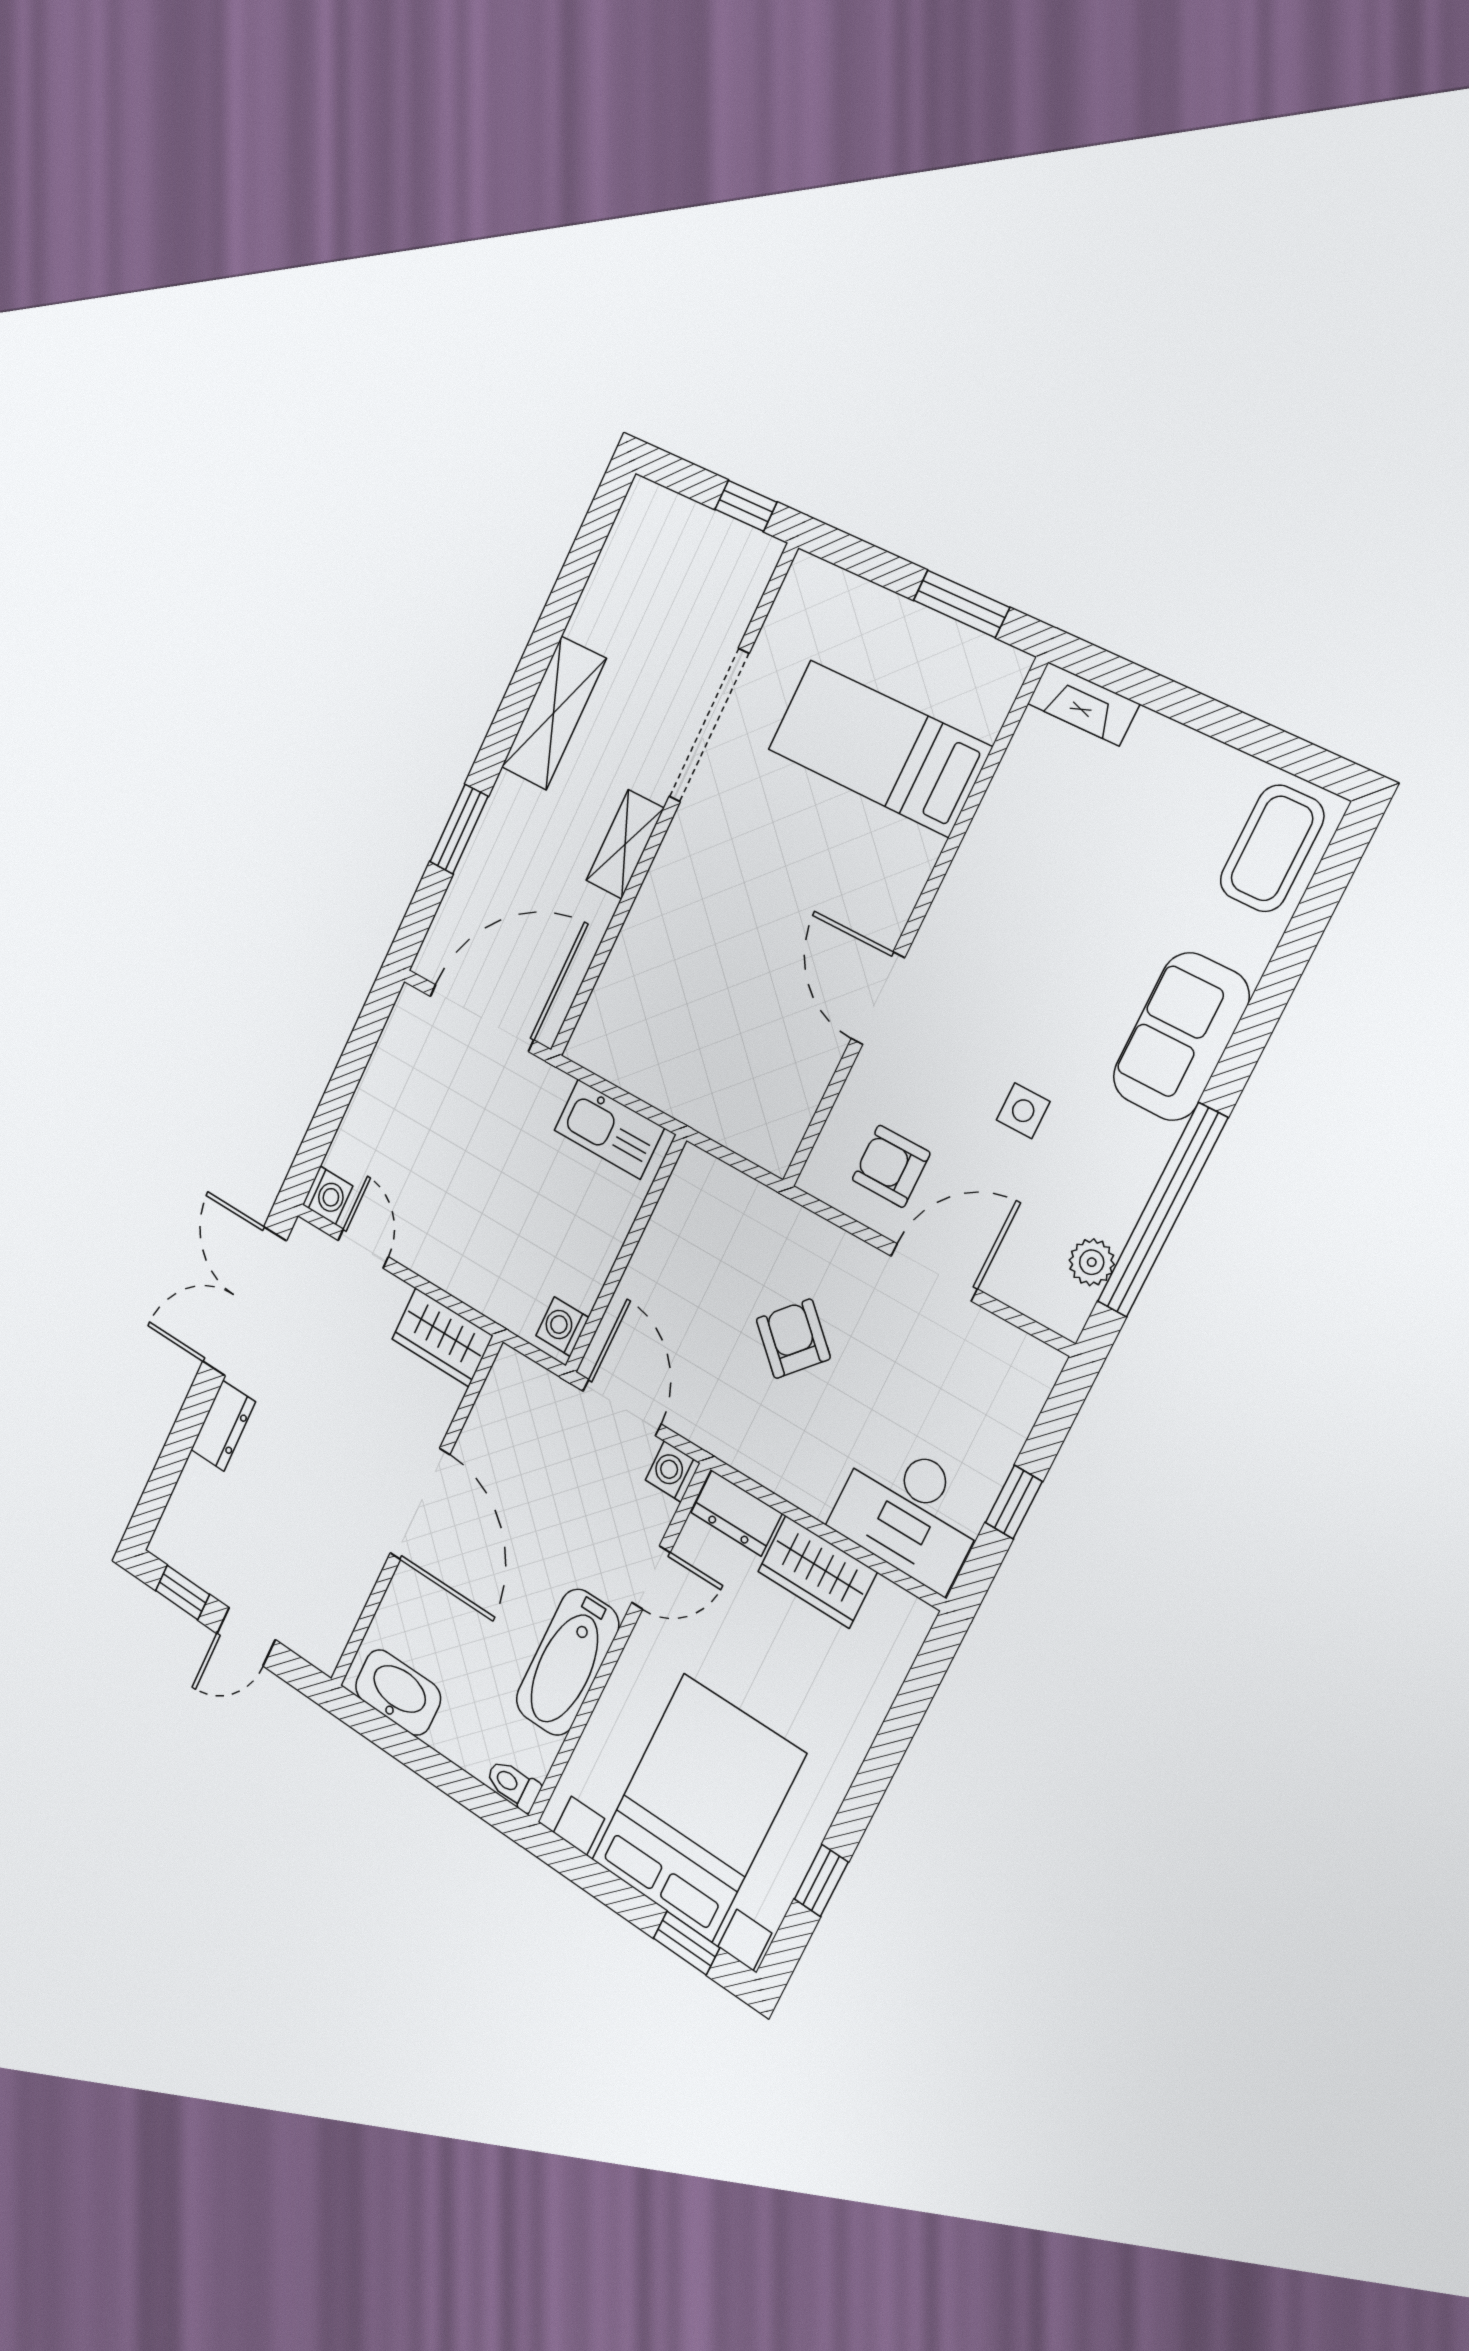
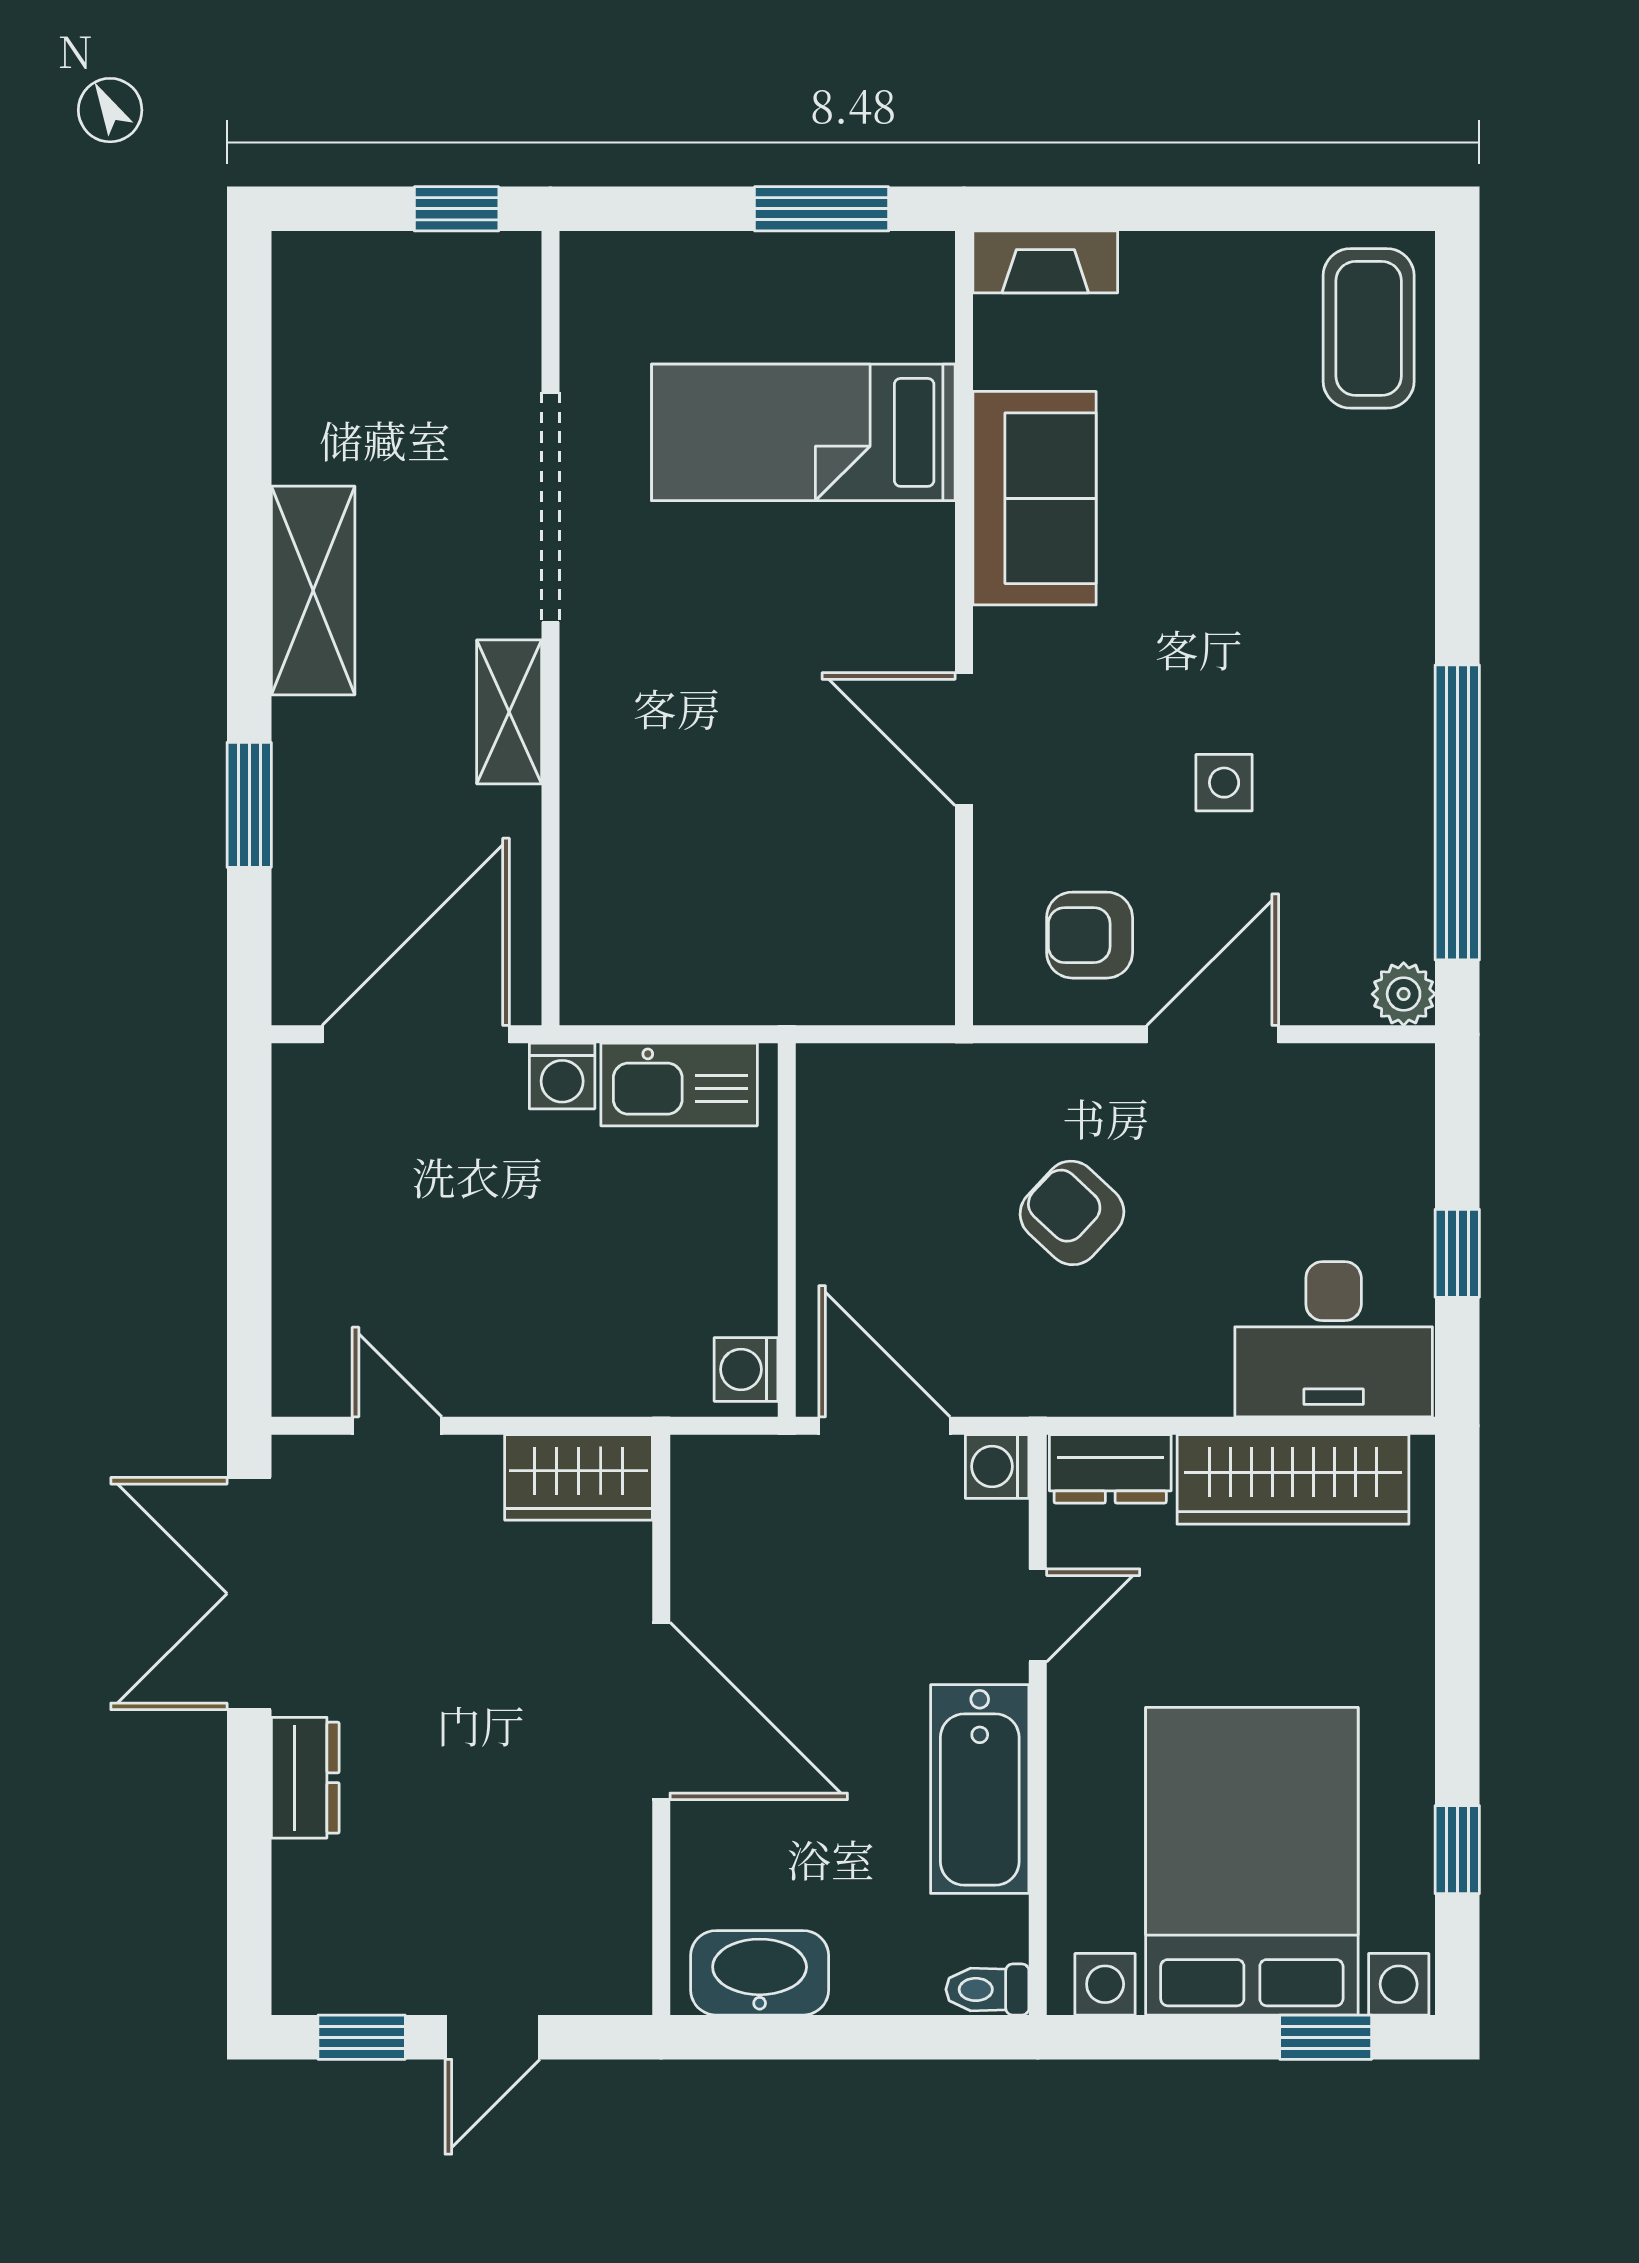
sofa: (1181, 1037) -> (1035, 498), moved, turned 180
washing machine: (328, 1195) -> (562, 1076), moved, turned 90
plant: (1092, 1262) -> (1404, 994), moved
wardrobe: (817, 1572) -> (1293, 1479), width x1.50

